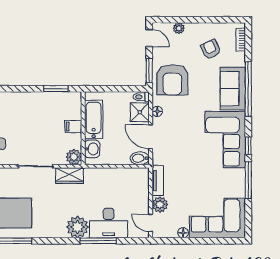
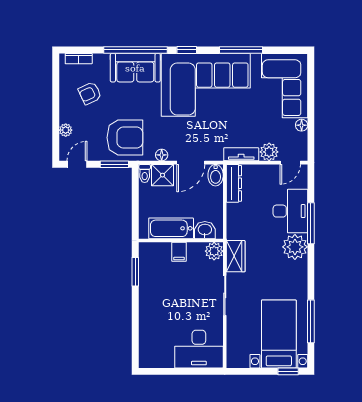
corner sofa: (225, 140) -> (206, 85), width x1.36, depth x1.36
window: (248, 146) -> (187, 50), moved
dresser: (133, 174) -> (234, 183), added

